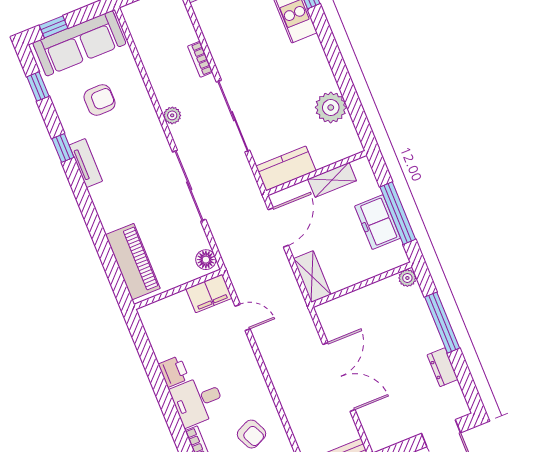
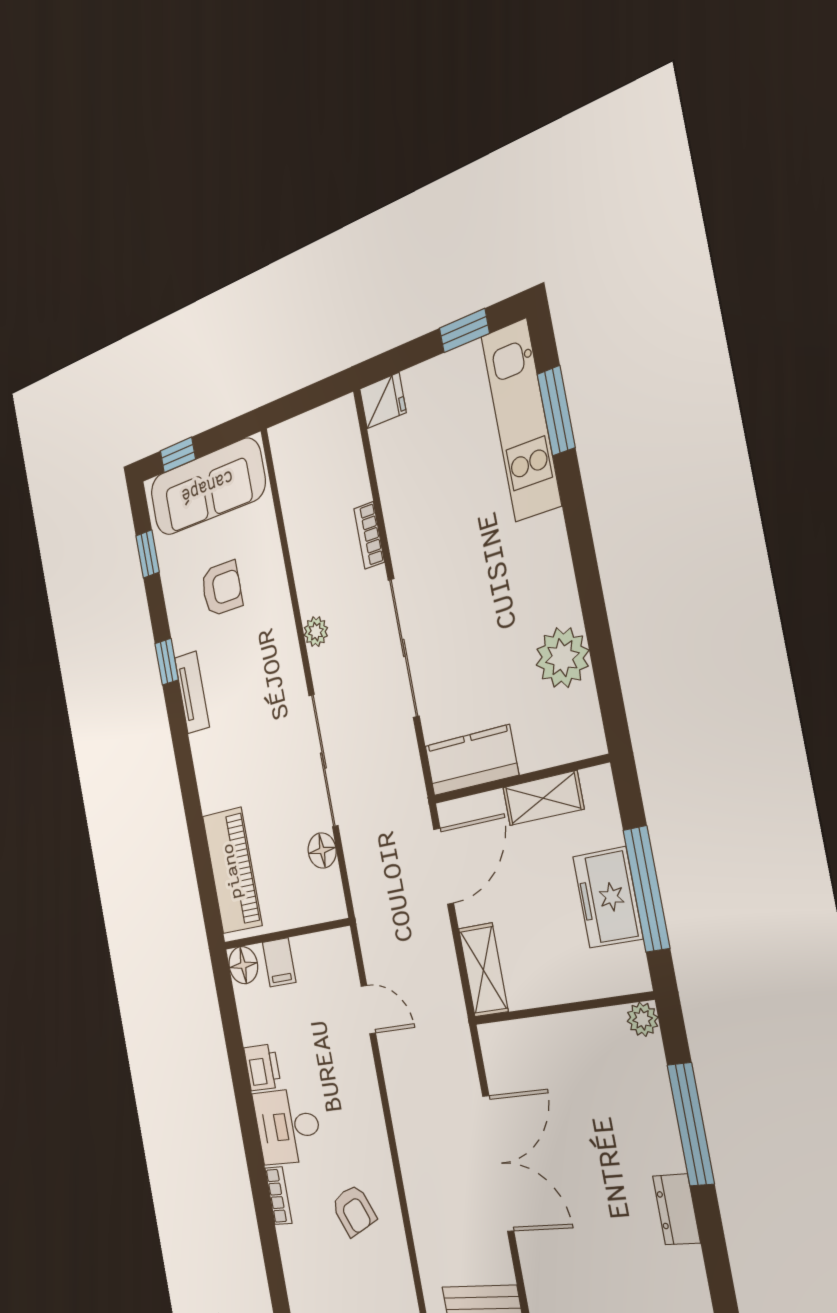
floor lamp: (206, 260) -> (322, 850), moved
filing cabinet: (209, 293) -> (279, 962), moved, width x0.50
floor lamp: (150, 315) -> (243, 965), added

